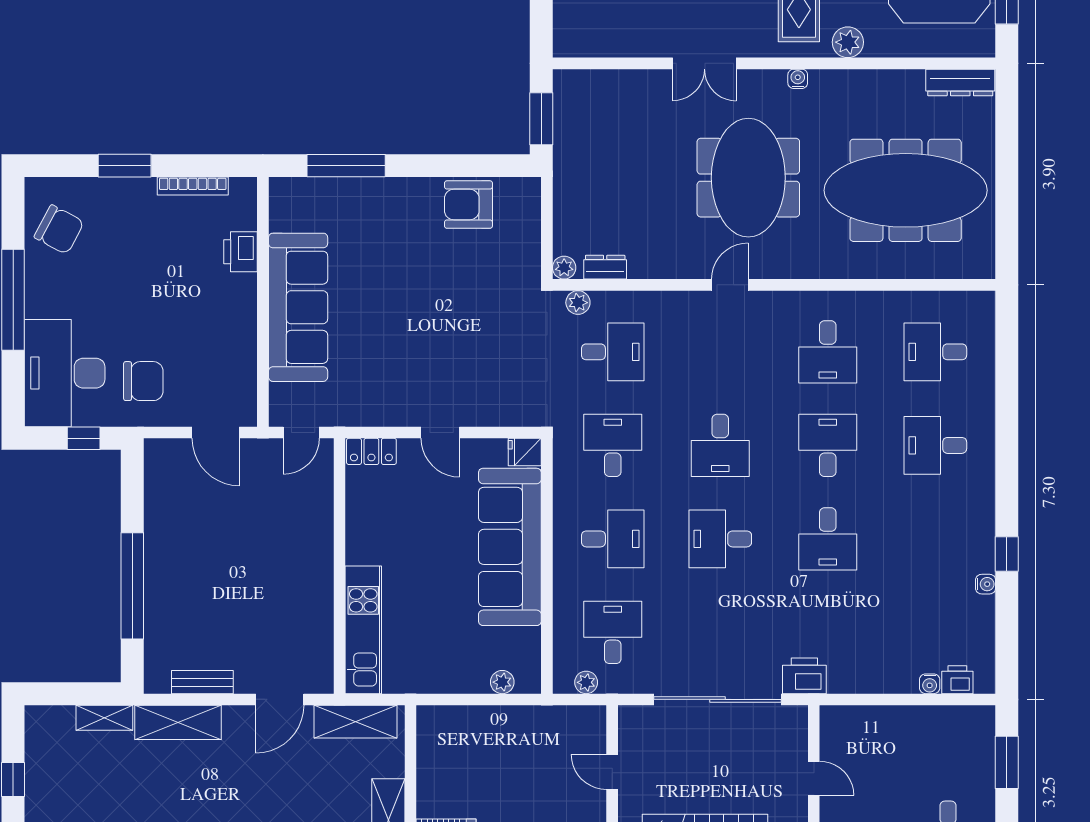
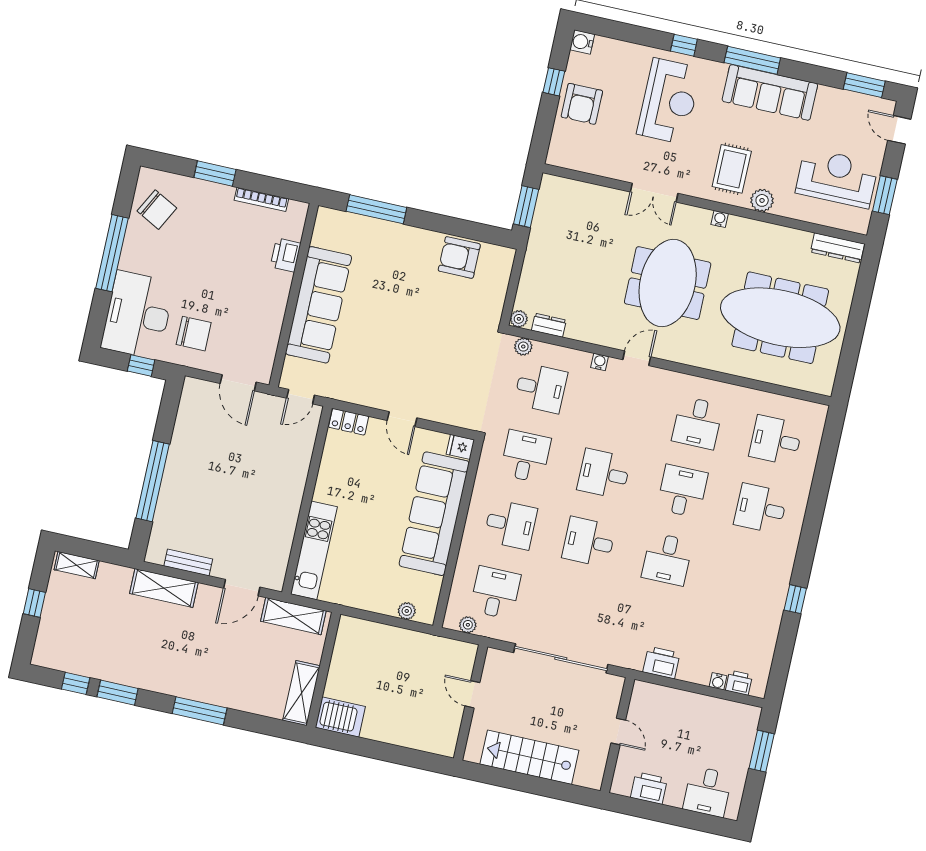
desk: (720, 445) -> (604, 474), turned 90
water cooler: (986, 584) -> (600, 362), moved, turned -90
printer: (804, 676) -> (661, 663), moved
shelving: (104, 718) -> (77, 565), moved

